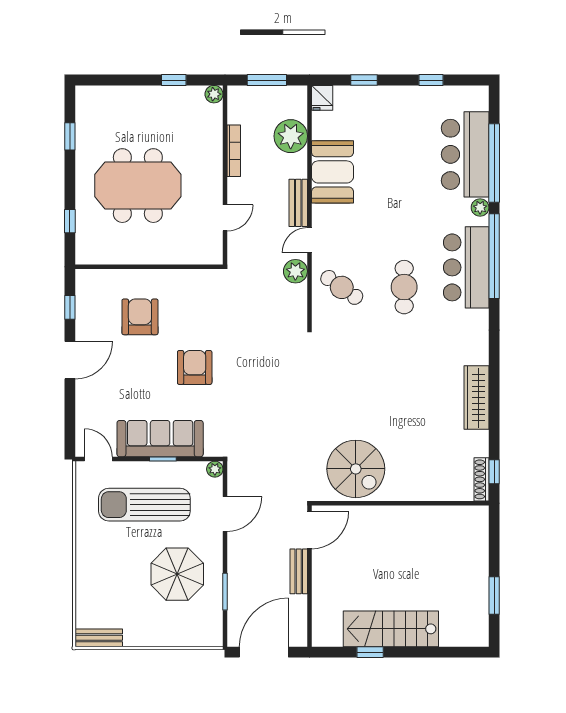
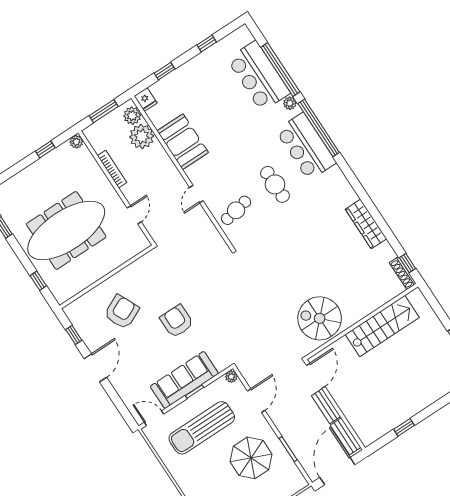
meeting table: (138, 186) -> (66, 230), width x1.36
bench: (298, 203) -> (345, 436), moved
plant: (295, 271) -> (132, 116), moved
cafe table: (342, 287) -> (236, 210), turned -46
armchair: (140, 317) -> (122, 312), turned 65
spiral stairs: (356, 469) -> (320, 318), turned 180
stairs: (391, 629) -> (382, 326), moved, turned 180

